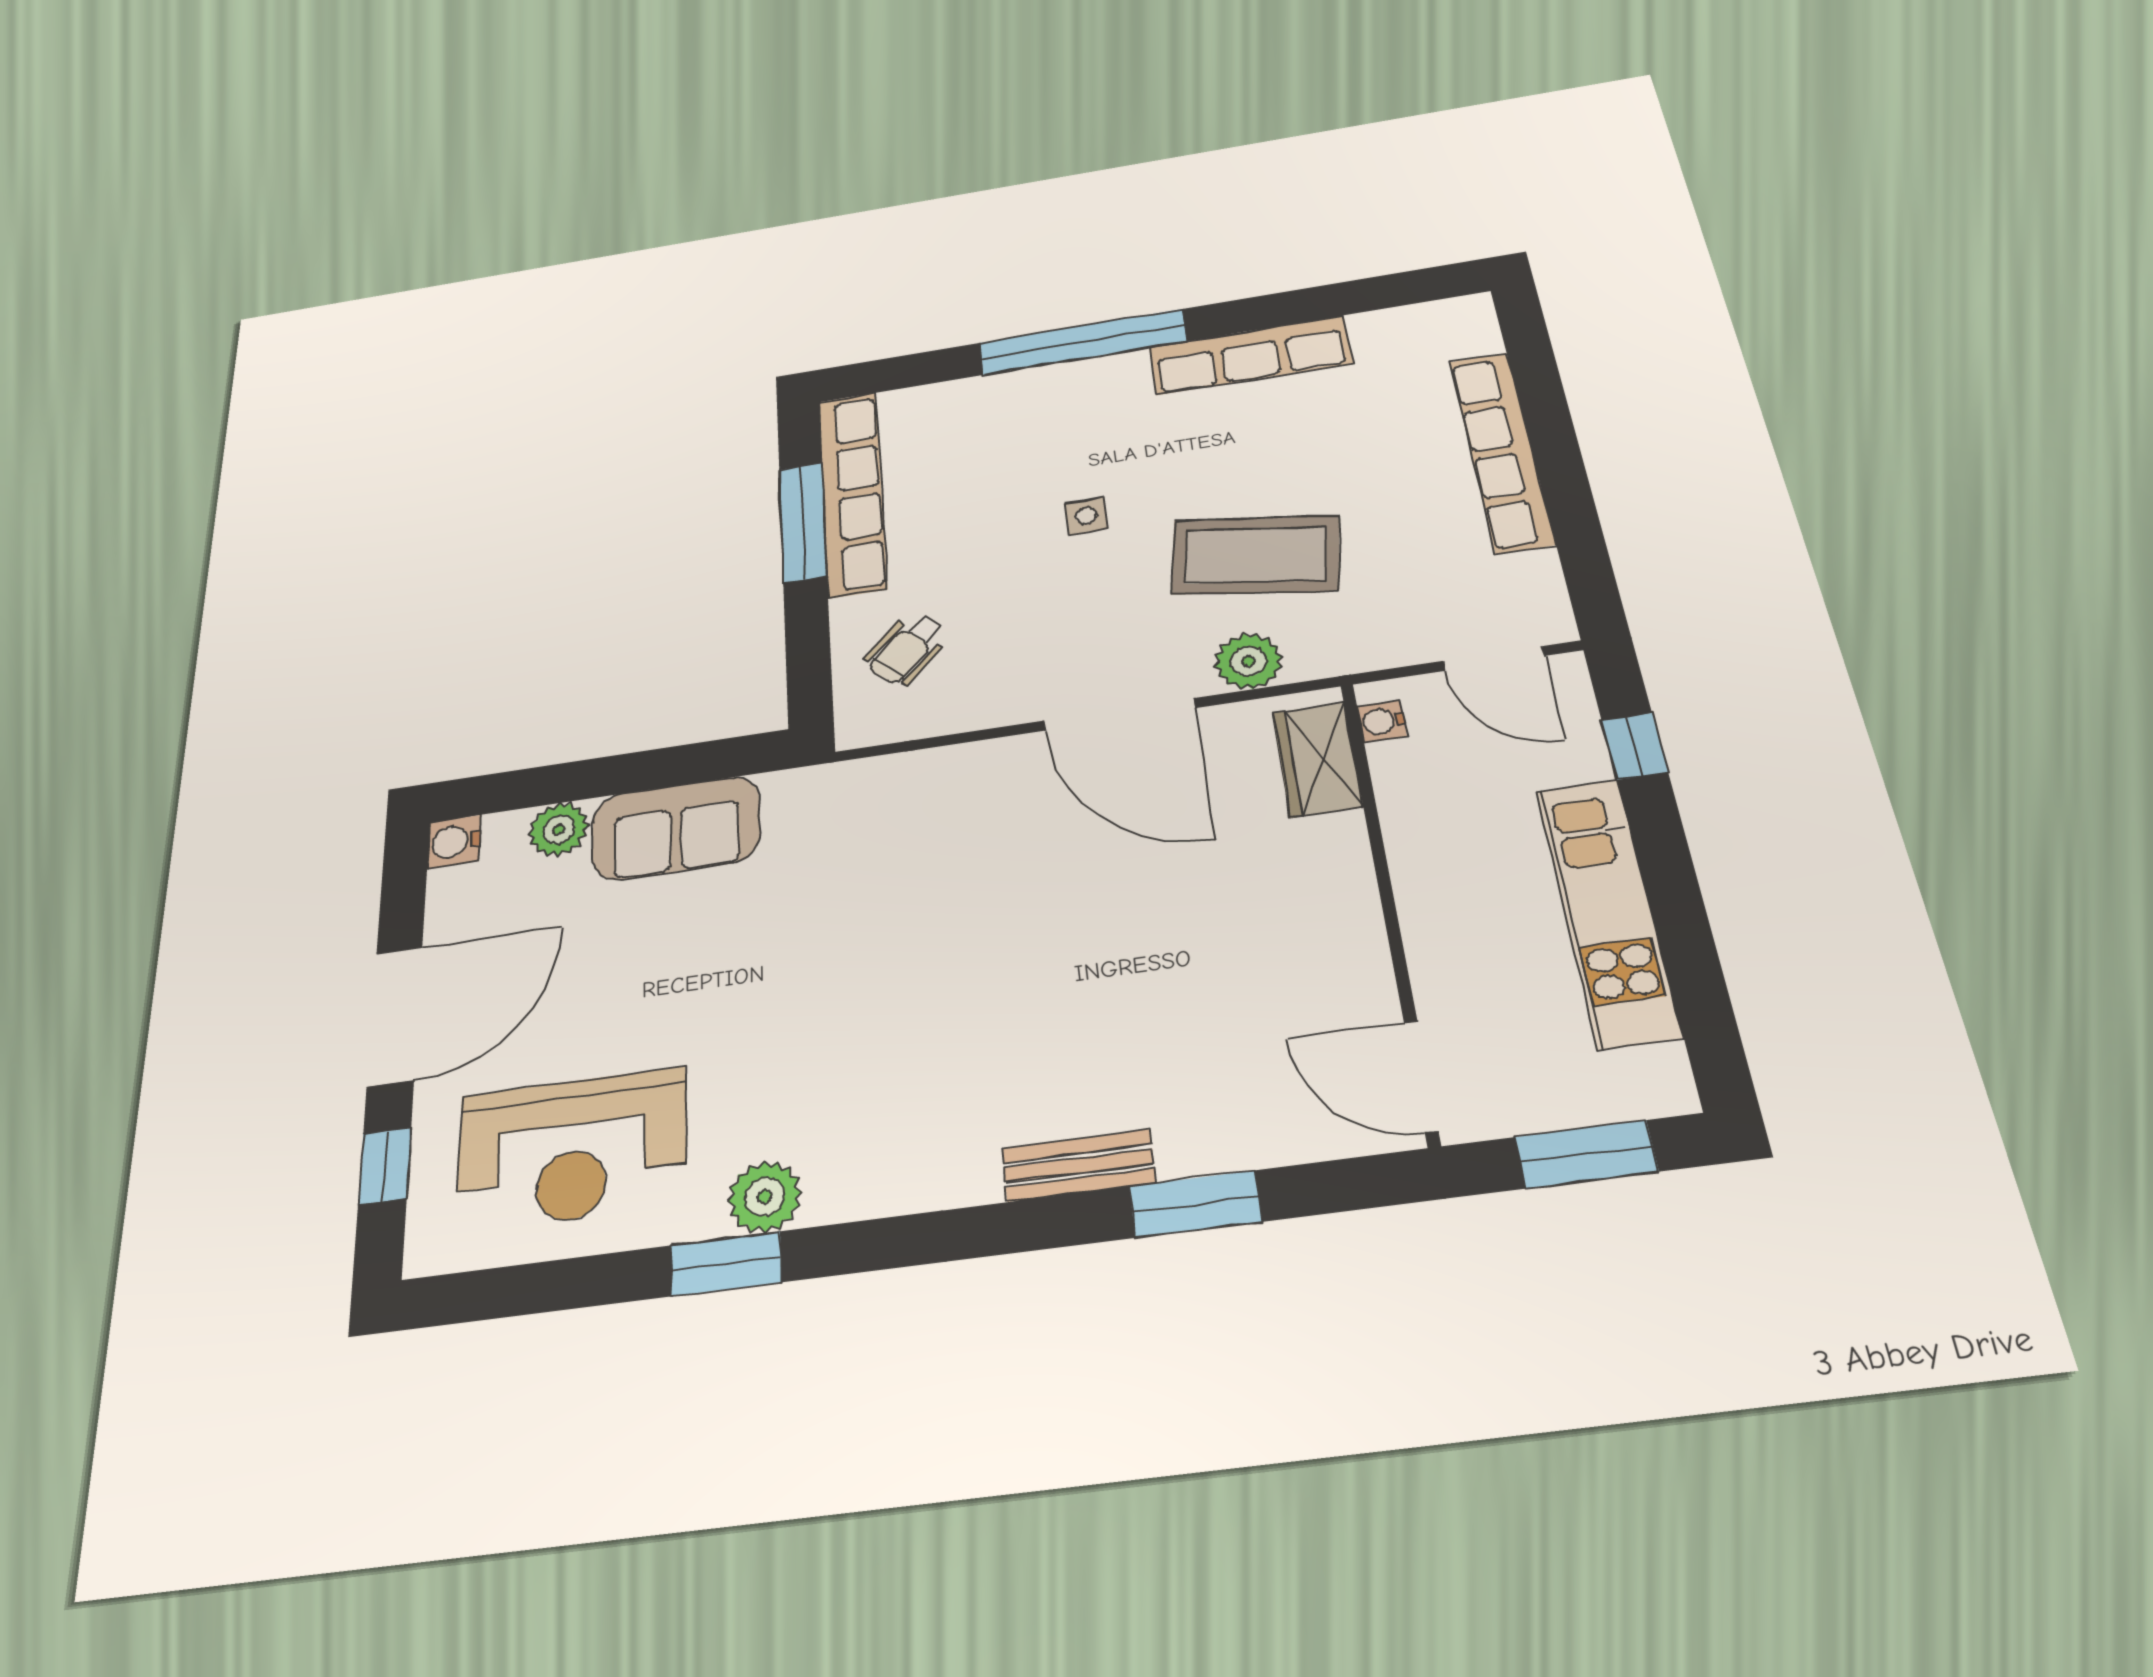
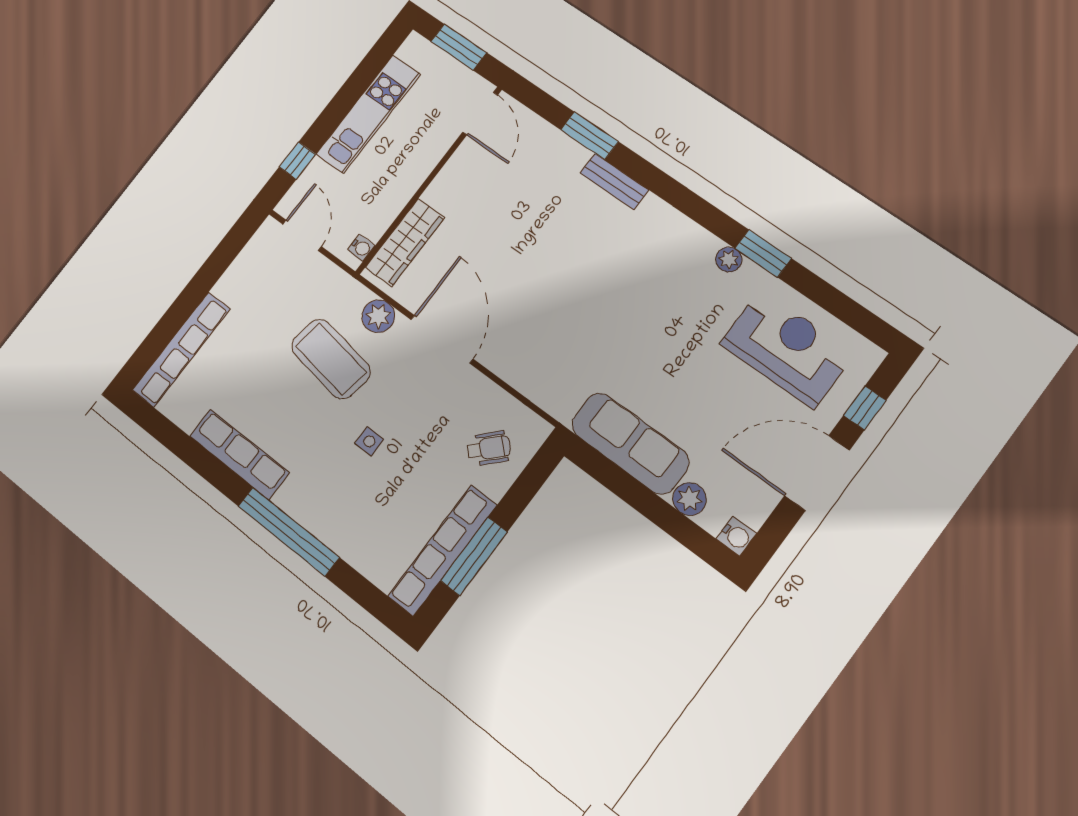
row of seats: (1501, 451) -> (181, 350), moved
wardrobe: (1318, 759) -> (405, 242), width x1.50
sofa: (676, 828) -> (630, 443), width x1.36
plant: (765, 1197) -> (729, 259), width x0.73, depth x0.73

